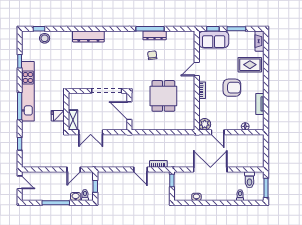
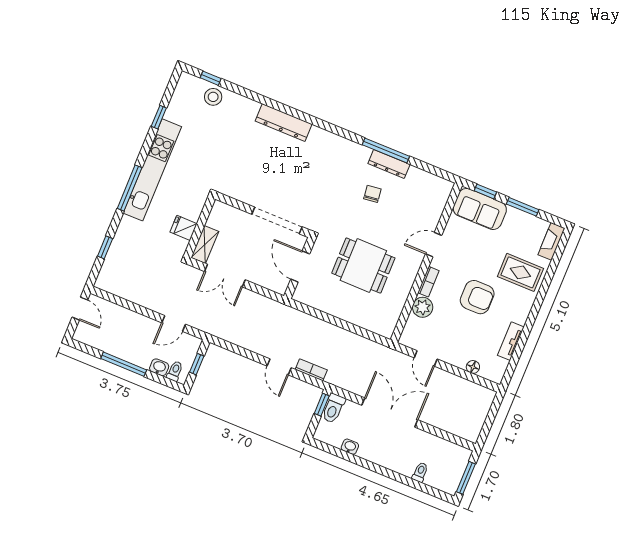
dining table: (163, 96) -> (363, 266), turned 90
plant: (205, 124) -> (423, 307), moved
toilet: (249, 180) -> (333, 408), moved

